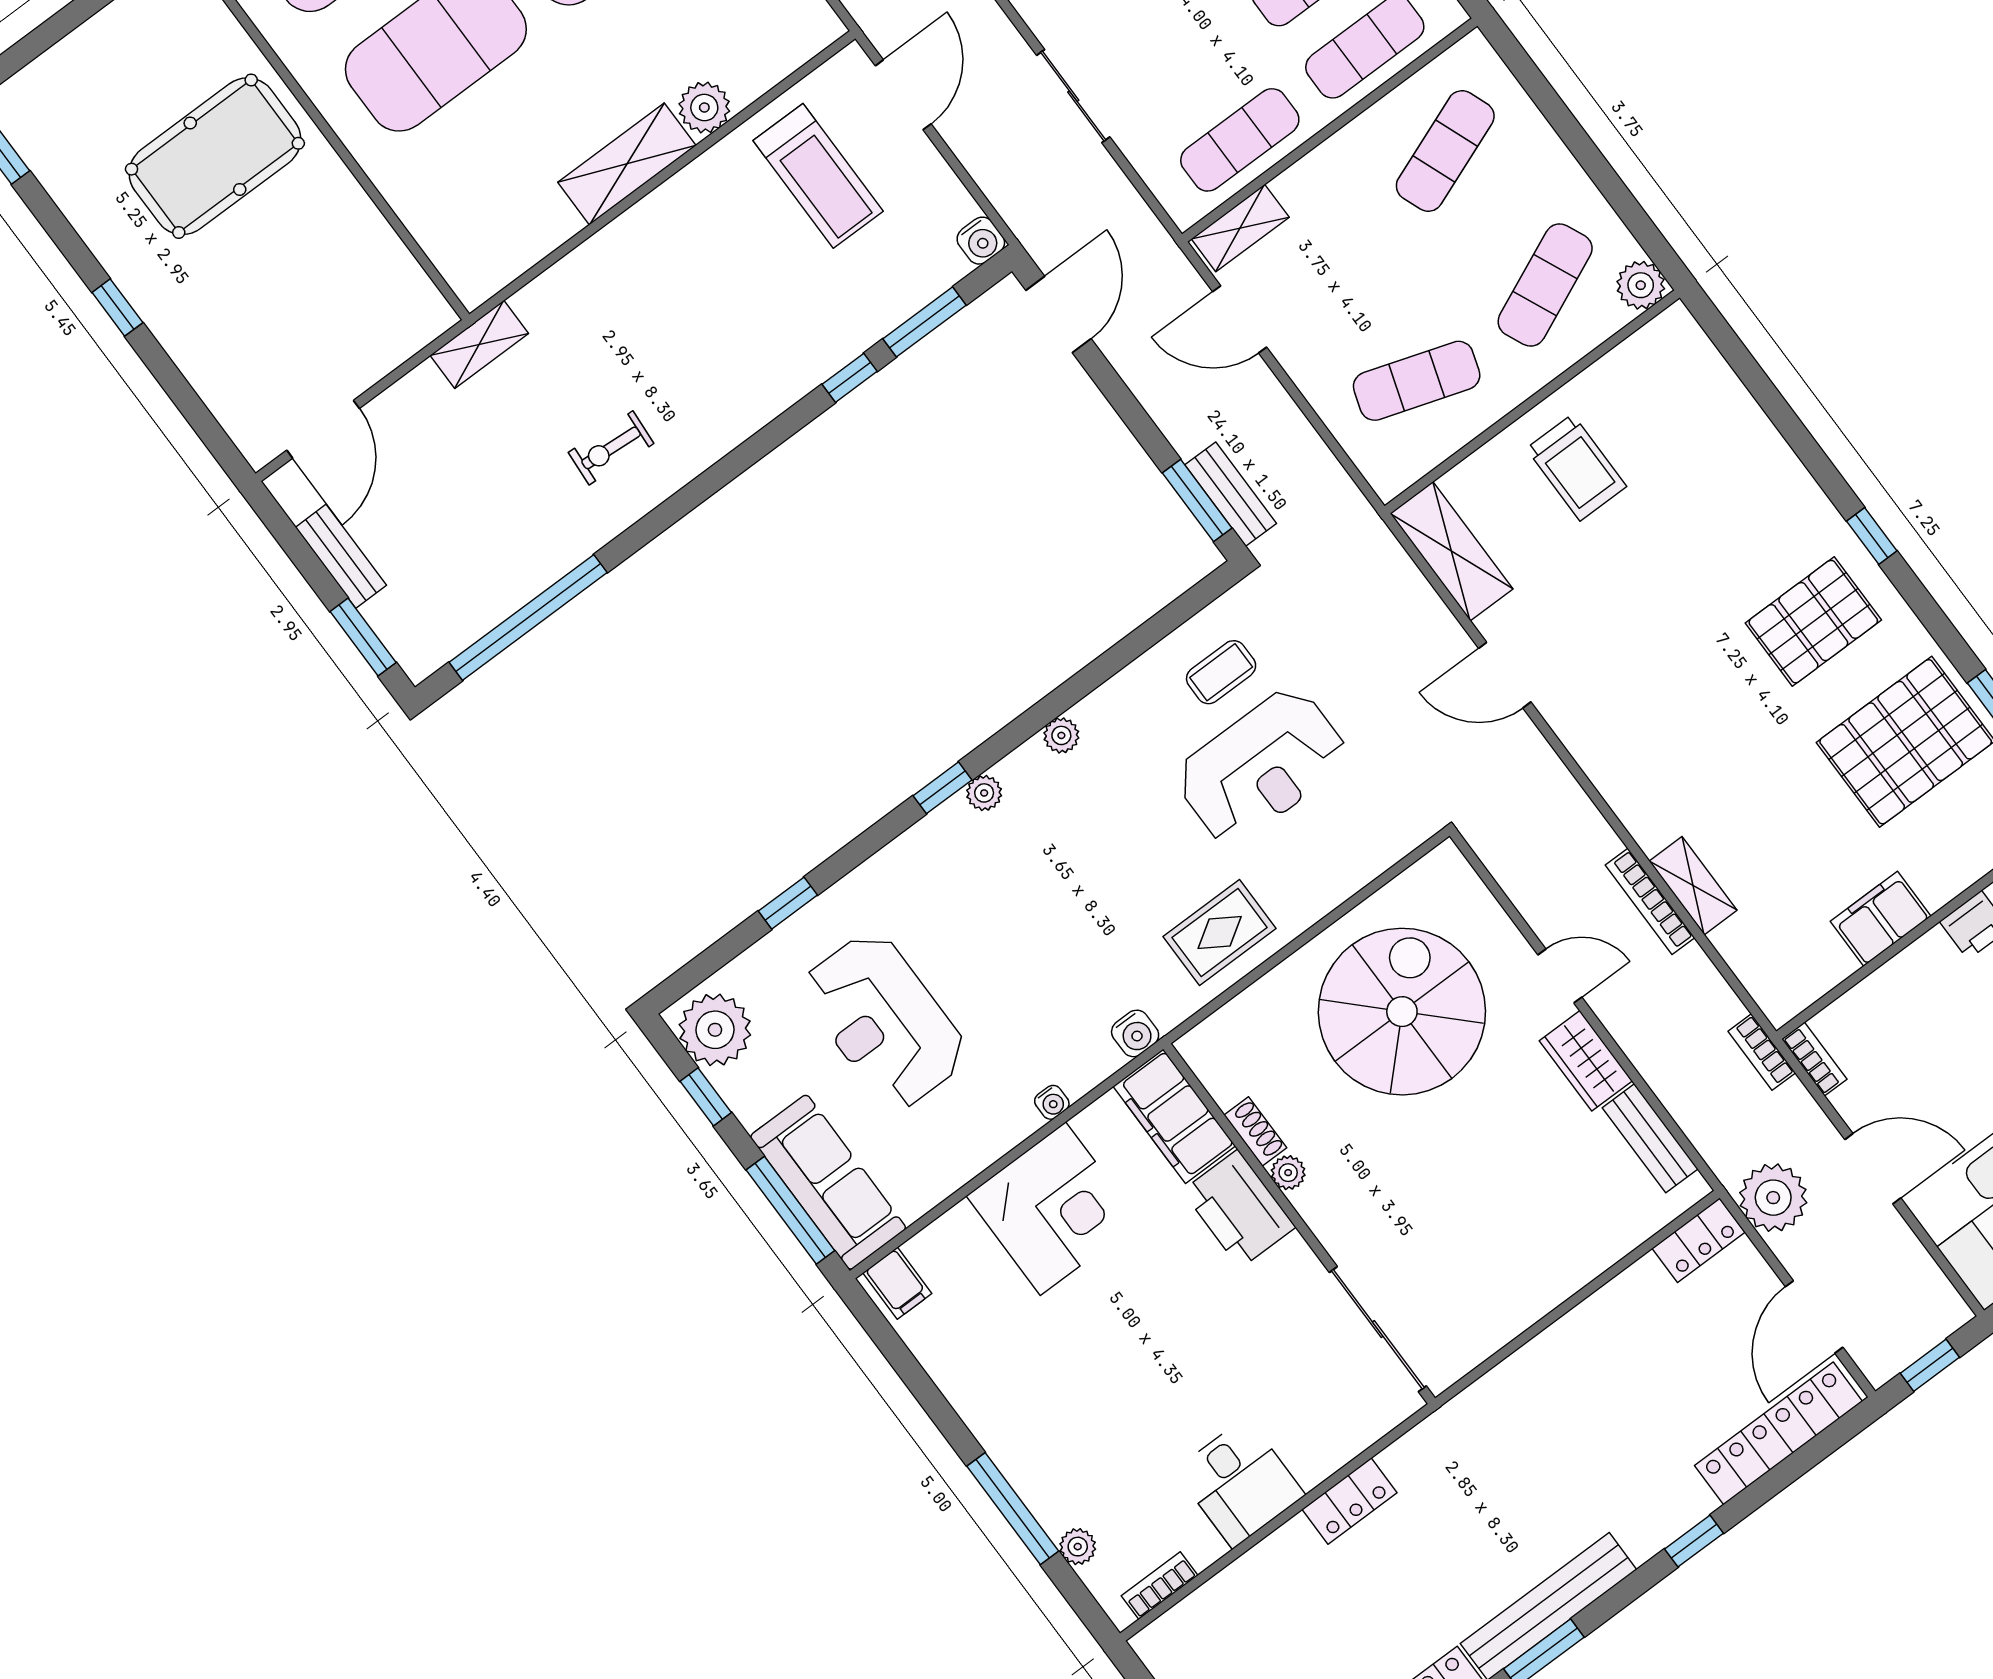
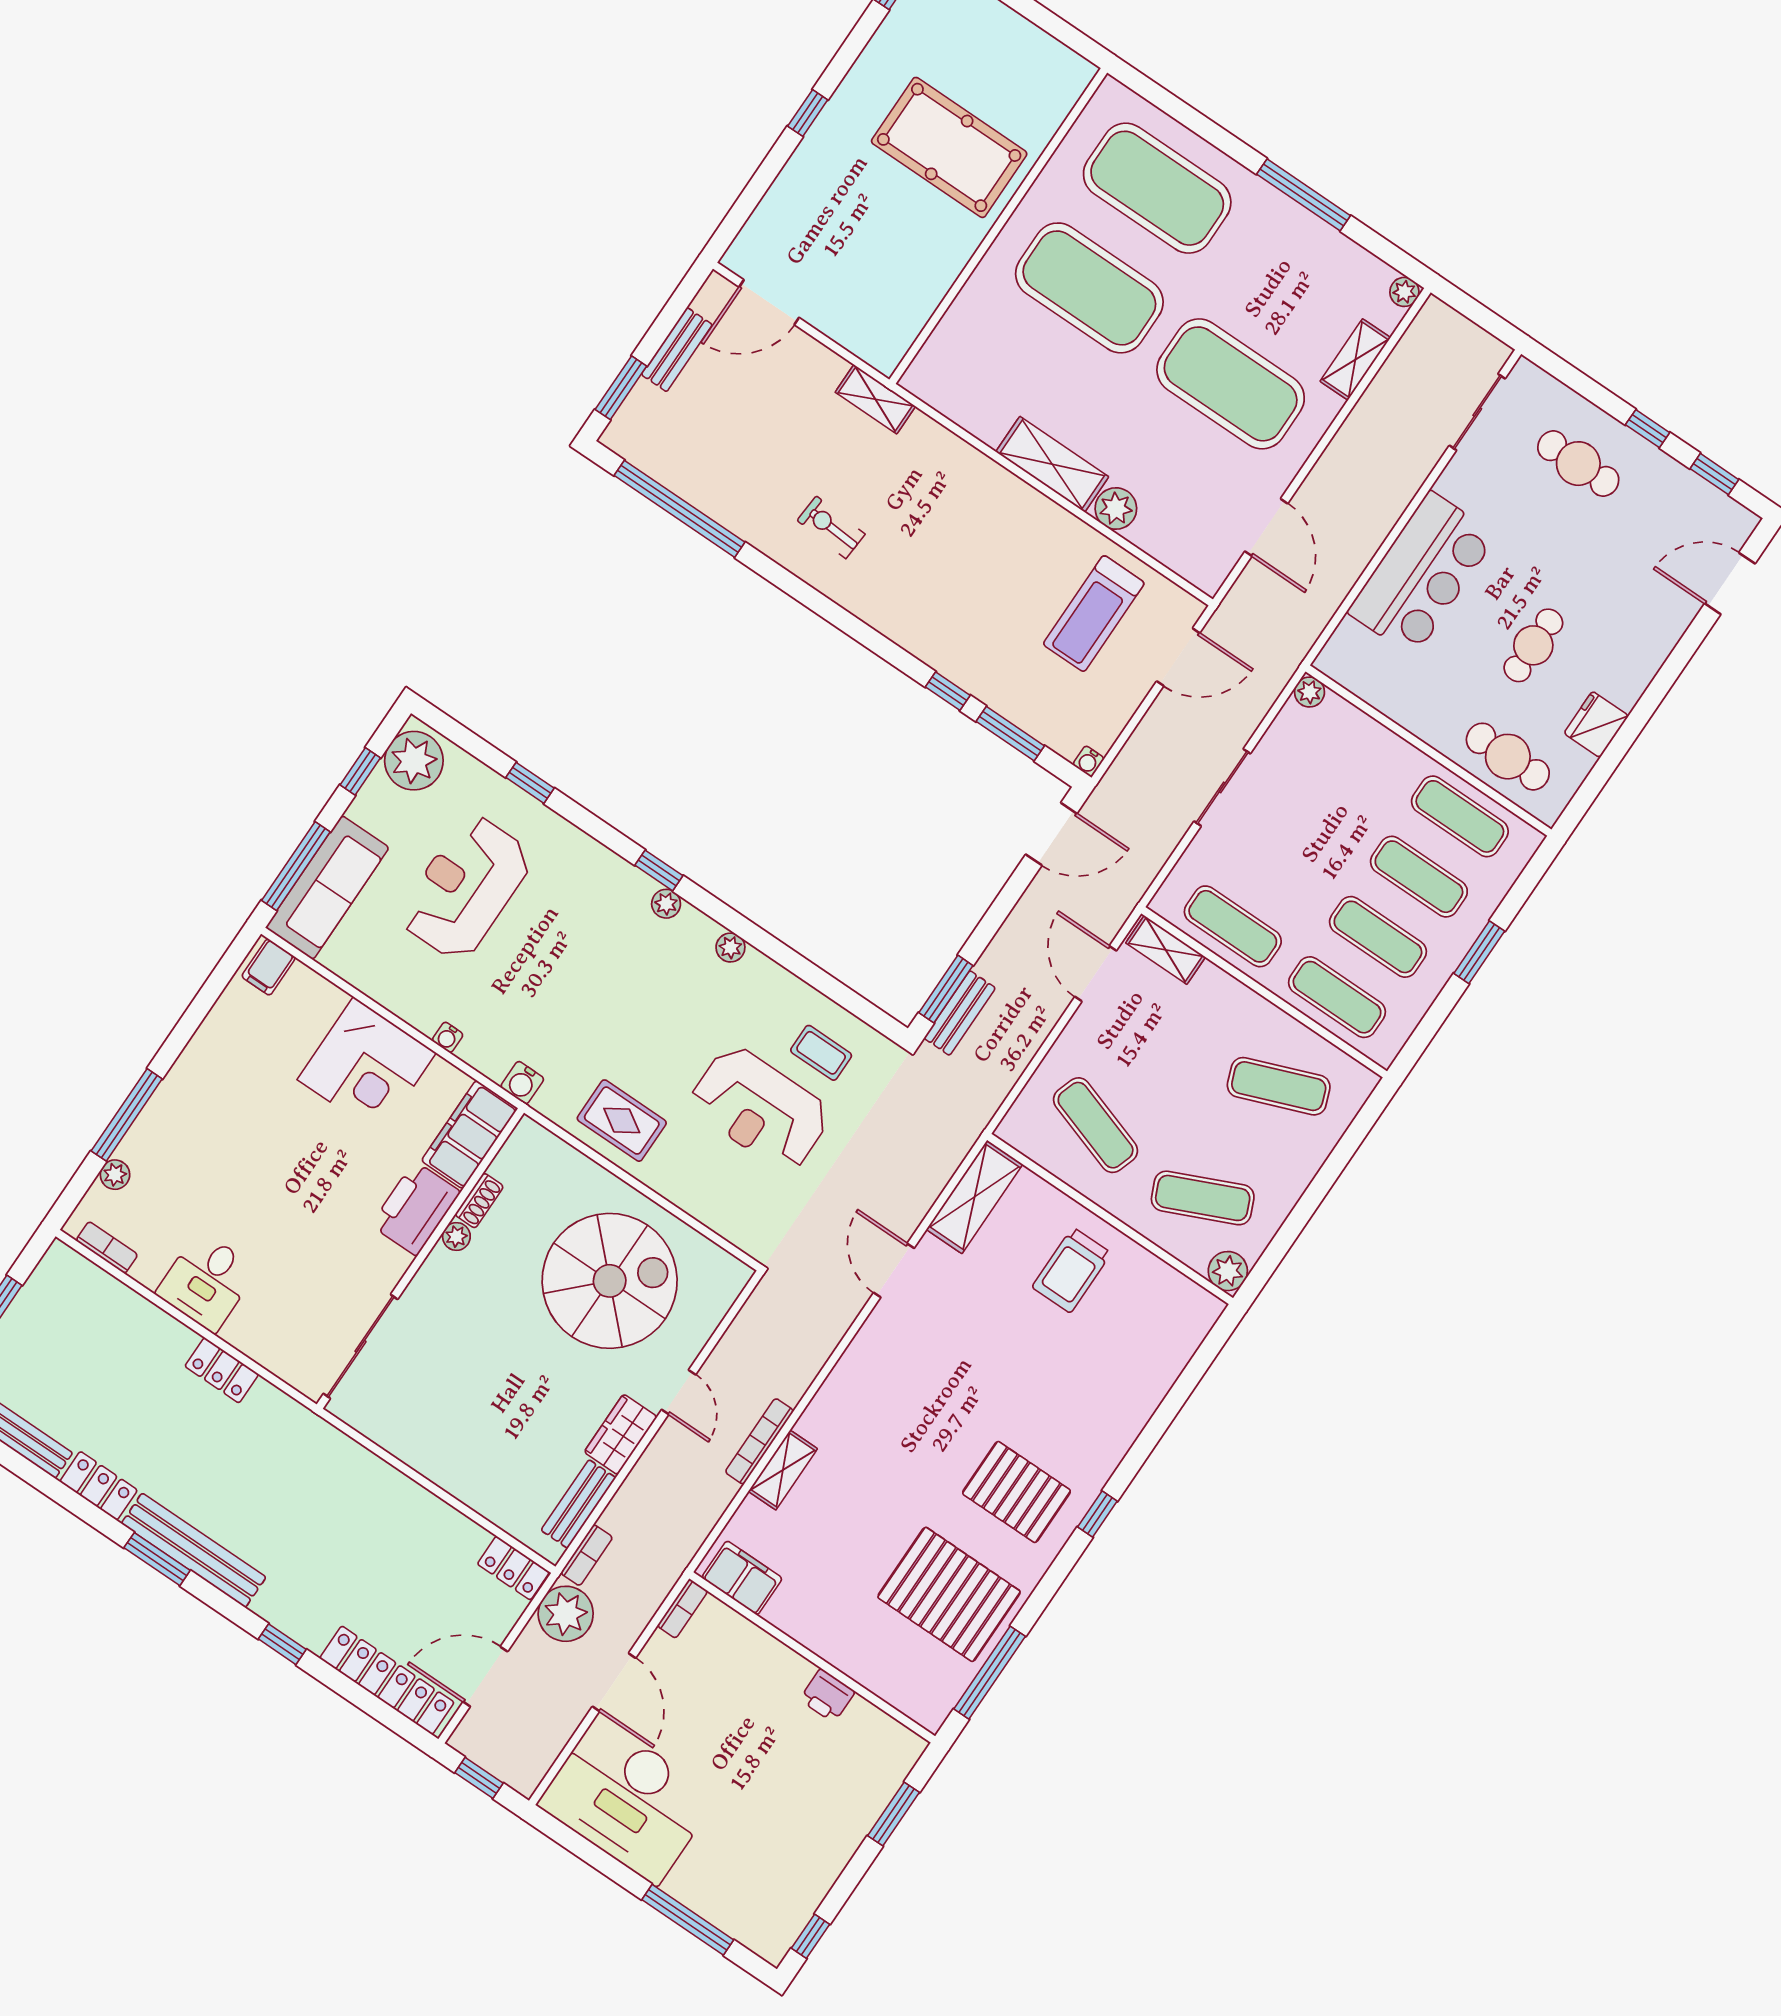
water cooler: (981, 241) -> (1089, 761), width x0.72, depth x0.72
filing cabinet: (1881, 919) -> (742, 1578), moved
bookcase: (1762, 1052) -> (587, 1555), moved, turned 180

